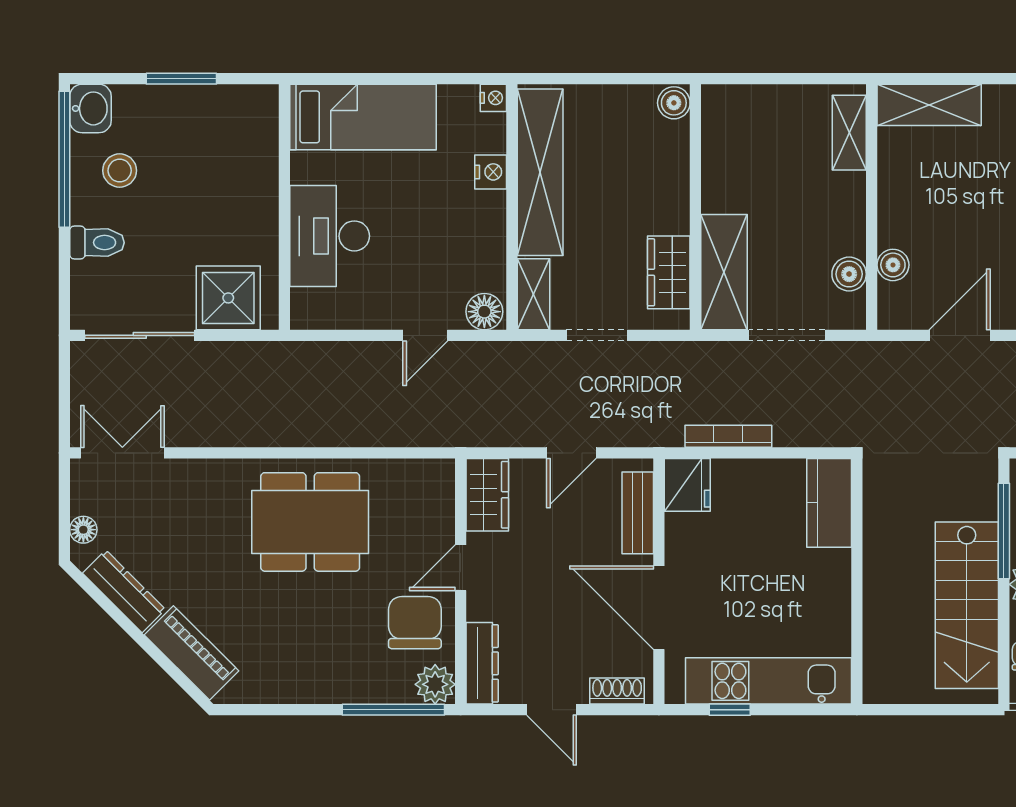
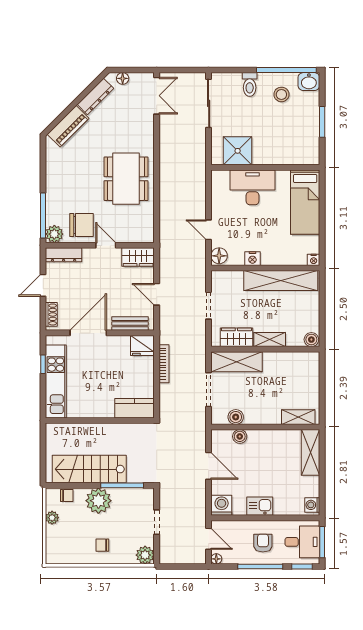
nightstand: (491, 172) -> (252, 259), moved
shelving: (534, 294) -> (270, 340), moved
shower: (228, 298) -> (238, 151), moved

